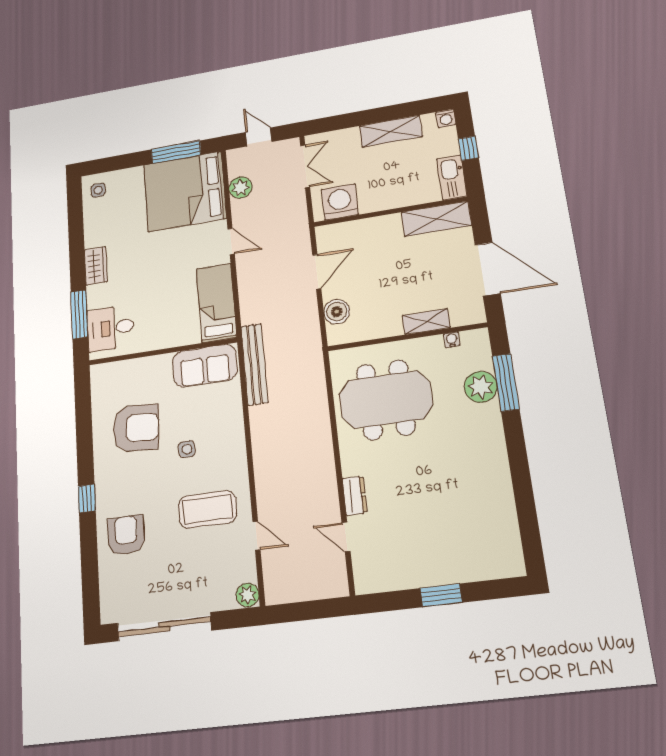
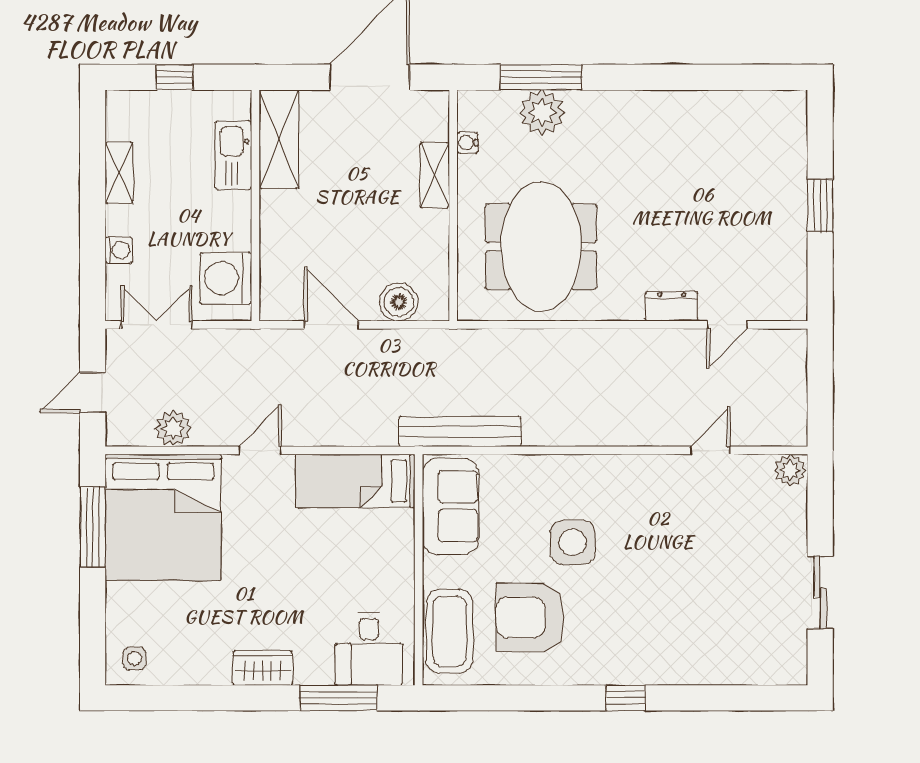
washing machine: (446, 118) -> (119, 250), moved
shelving: (391, 131) -> (119, 173), width x0.67, depth x0.75
kitchen sink: (452, 177) -> (233, 155), moved, turned 90
armchair: (136, 428) -> (530, 617), turned -94
side table: (187, 449) -> (573, 542), width x1.87, depth x1.87
coffee table: (207, 509) -> (449, 631), moved
armchair: (126, 535) -> (686, 641), removed
sliding door: (164, 627) -> (820, 593), width x0.54

